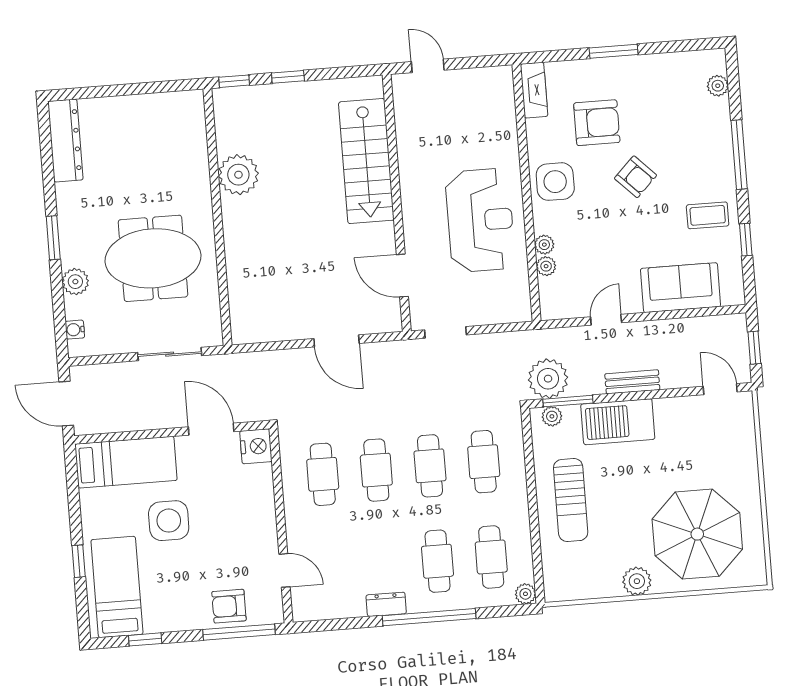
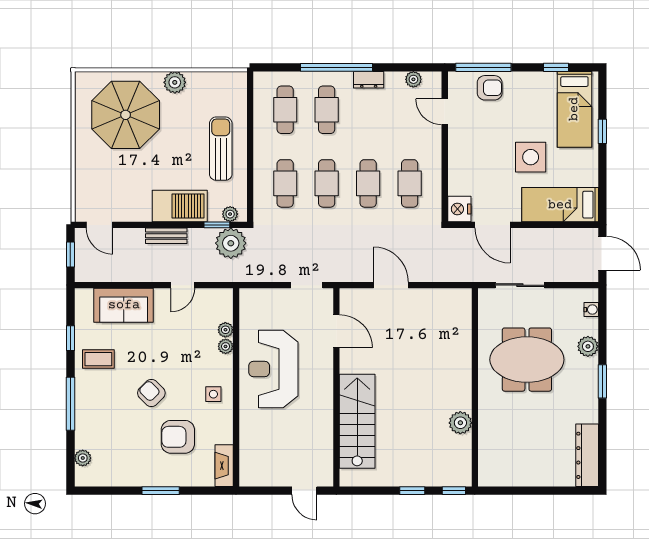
plant: (238, 175) -> (460, 423), width x0.73, depth x0.73
side table: (555, 182) -> (213, 394), width x0.54, depth x0.54
window: (568, 401) -> (217, 225), width x0.67
plant: (525, 594) -> (413, 79), moved

